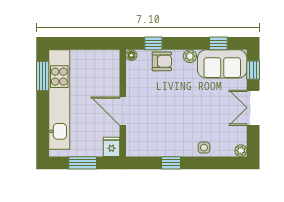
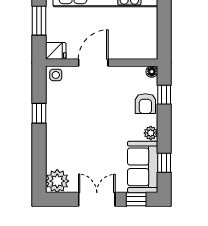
side table: (204, 148) -> (56, 75), moved
plant: (241, 151) -> (57, 181), width x1.88, depth x1.88

